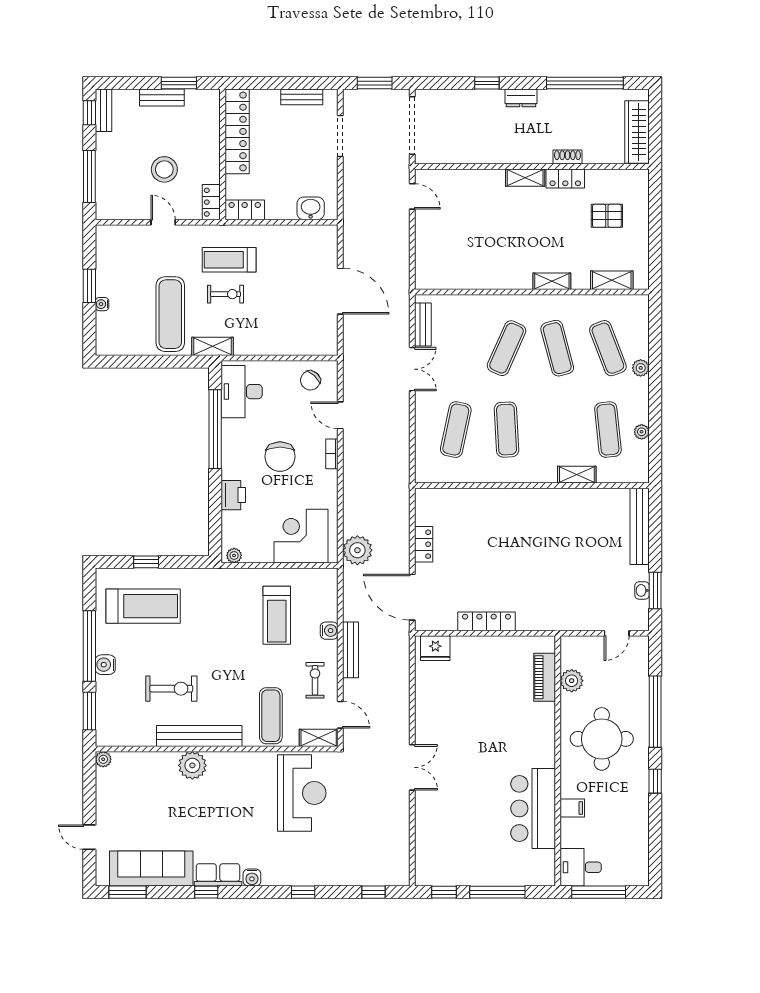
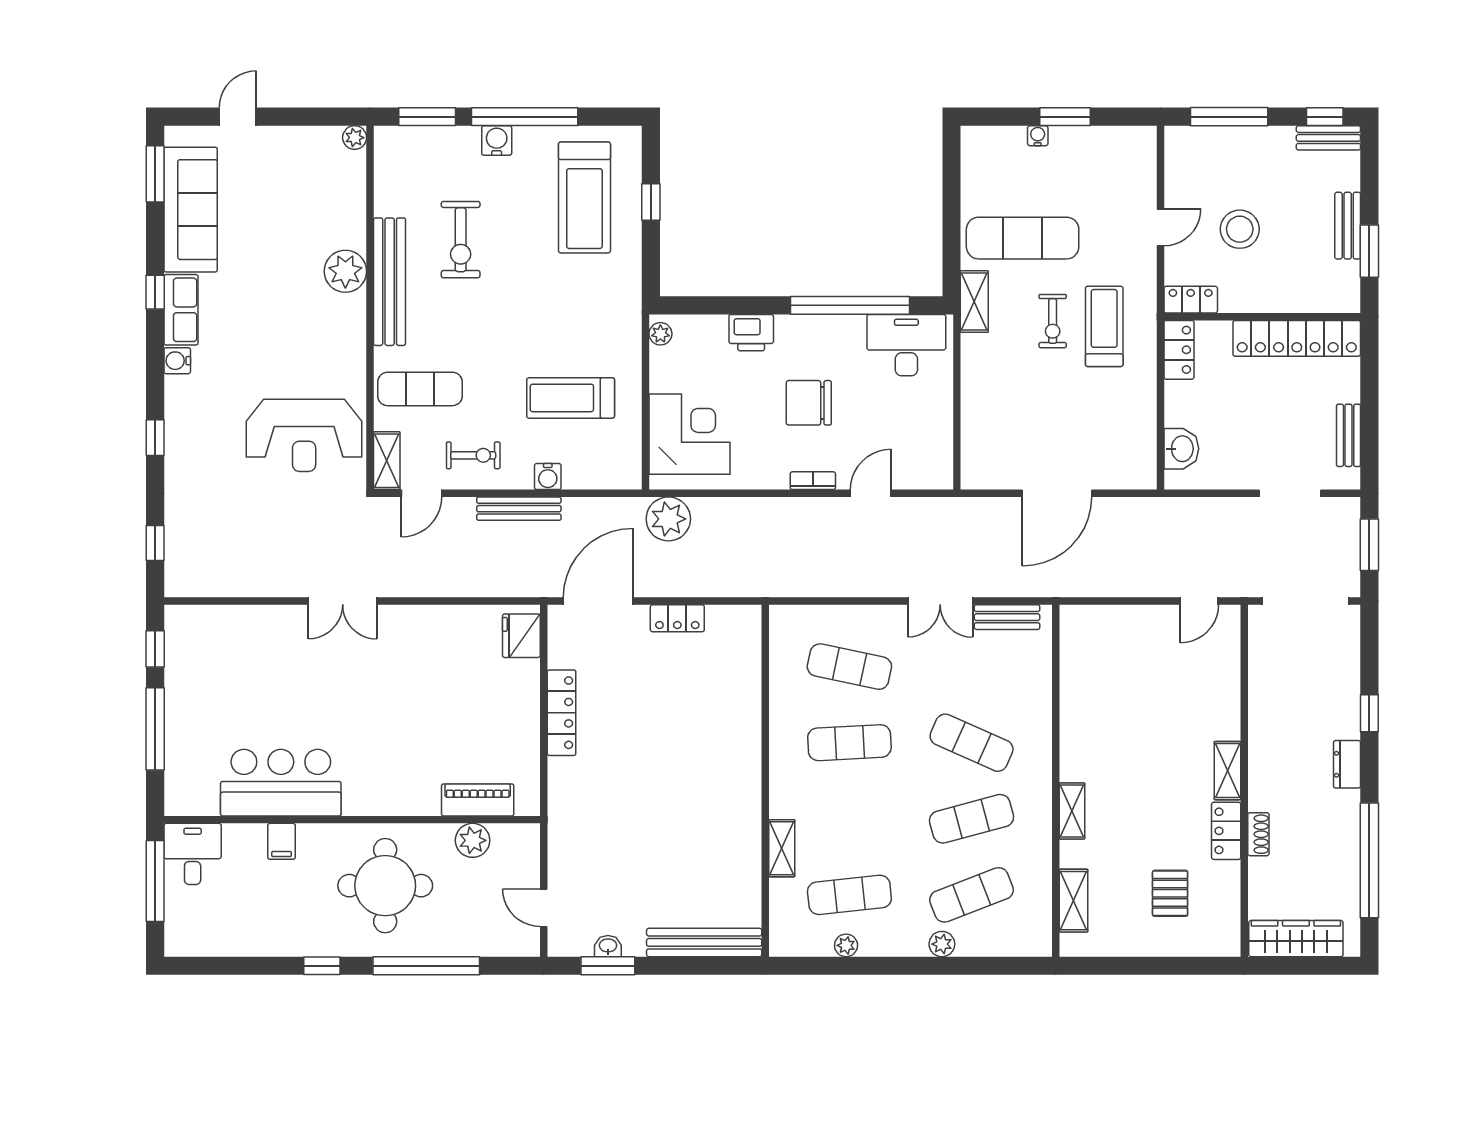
chair: (310, 380) -> (923, 448), removed

